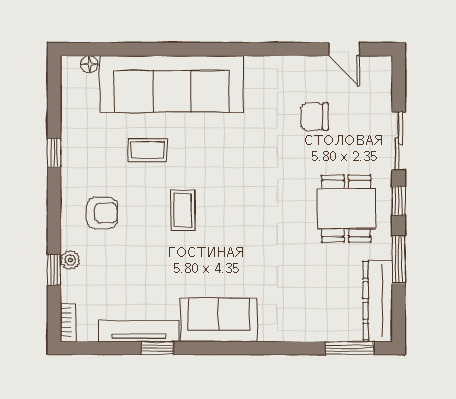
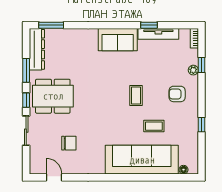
dining table: (346, 209) -> (53, 96), width x1.38

